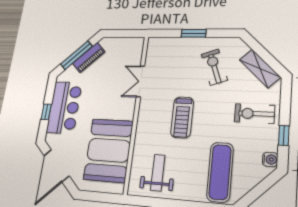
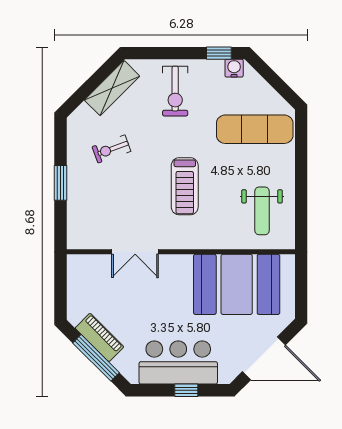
exercise bike: (214, 67) -> (111, 149), width x0.73, depth x0.72
treadmill: (182, 117) -> (185, 186), turned 90
window: (284, 136) -> (219, 53), moved
weight bench: (158, 173) -> (262, 211), turned -90

